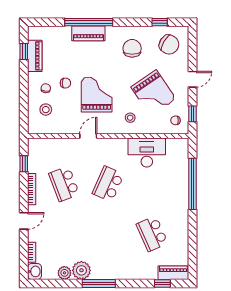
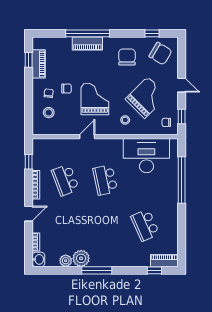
door: (192, 79) -> (182, 85), hinge flipped
grand piano: (153, 93) -> (146, 97), turned -101
desk: (147, 153) -> (146, 156), width x1.36, depth x1.30
school desk: (108, 184) -> (105, 180), turned -36

